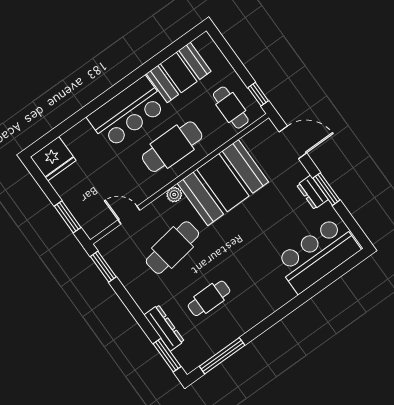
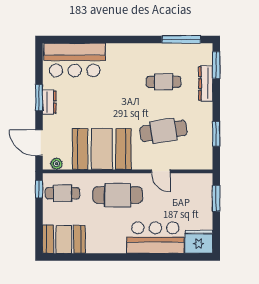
booth: (179, 72) -> (64, 239), moved
cafe table: (231, 108) -> (63, 193), turned 90
bar counter: (127, 112) -> (155, 238), moved
plant: (174, 195) -> (57, 164), moved
door: (129, 215) -> (161, 171), moved
window: (103, 267) -> (216, 134), moved

